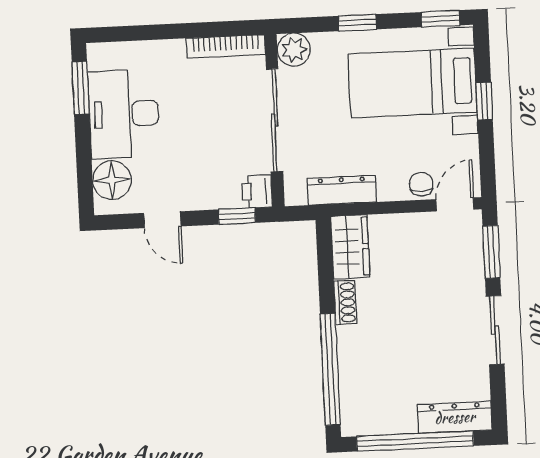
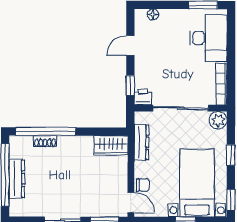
desk: (124, 114) -> (209, 38), moved, turned 90
floor lamp: (112, 180) -> (153, 15), width x0.53, depth x0.53
shoe rack: (345, 302) -> (45, 141), moved
dresser: (455, 417) -> (17, 179), moved

